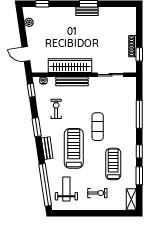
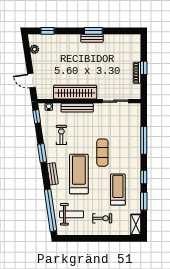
window: (139, 54) -> (144, 68), moved
weight bench: (66, 189) -> (72, 214), turned 90

